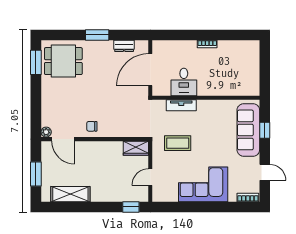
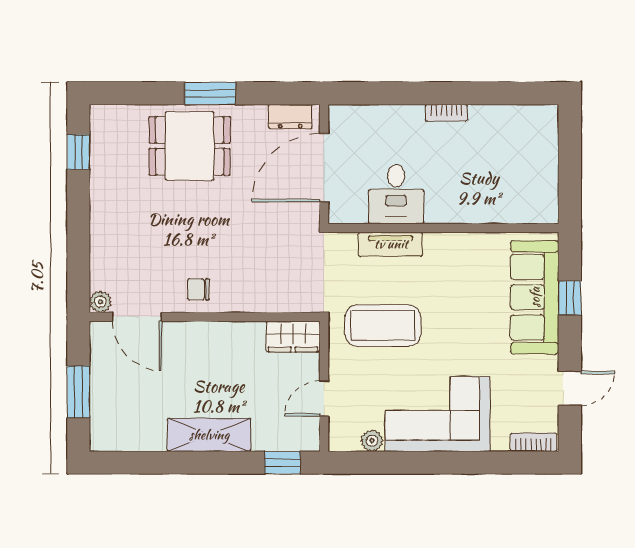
dresser: (124, 46) -> (290, 117), moved
dining table: (63, 61) -> (190, 146), moved
window: (36, 62) -> (78, 152), width x0.67
coffee table: (178, 143) -> (383, 326), width x1.36, depth x1.32
door: (265, 172) -> (570, 388), hinge flipped
shelving: (70, 194) -> (209, 435), moved
plant: (173, 197) -> (372, 441), added

